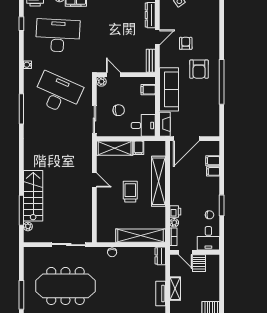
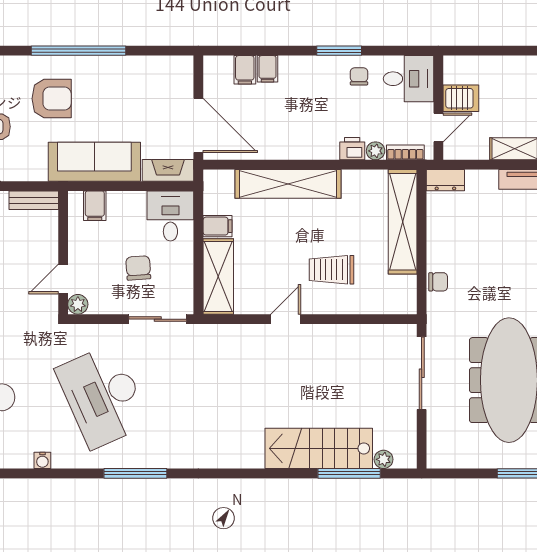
desk: (58, 93) -> (103, 396), turned -48
trolley: (130, 192) -> (332, 270), moved

